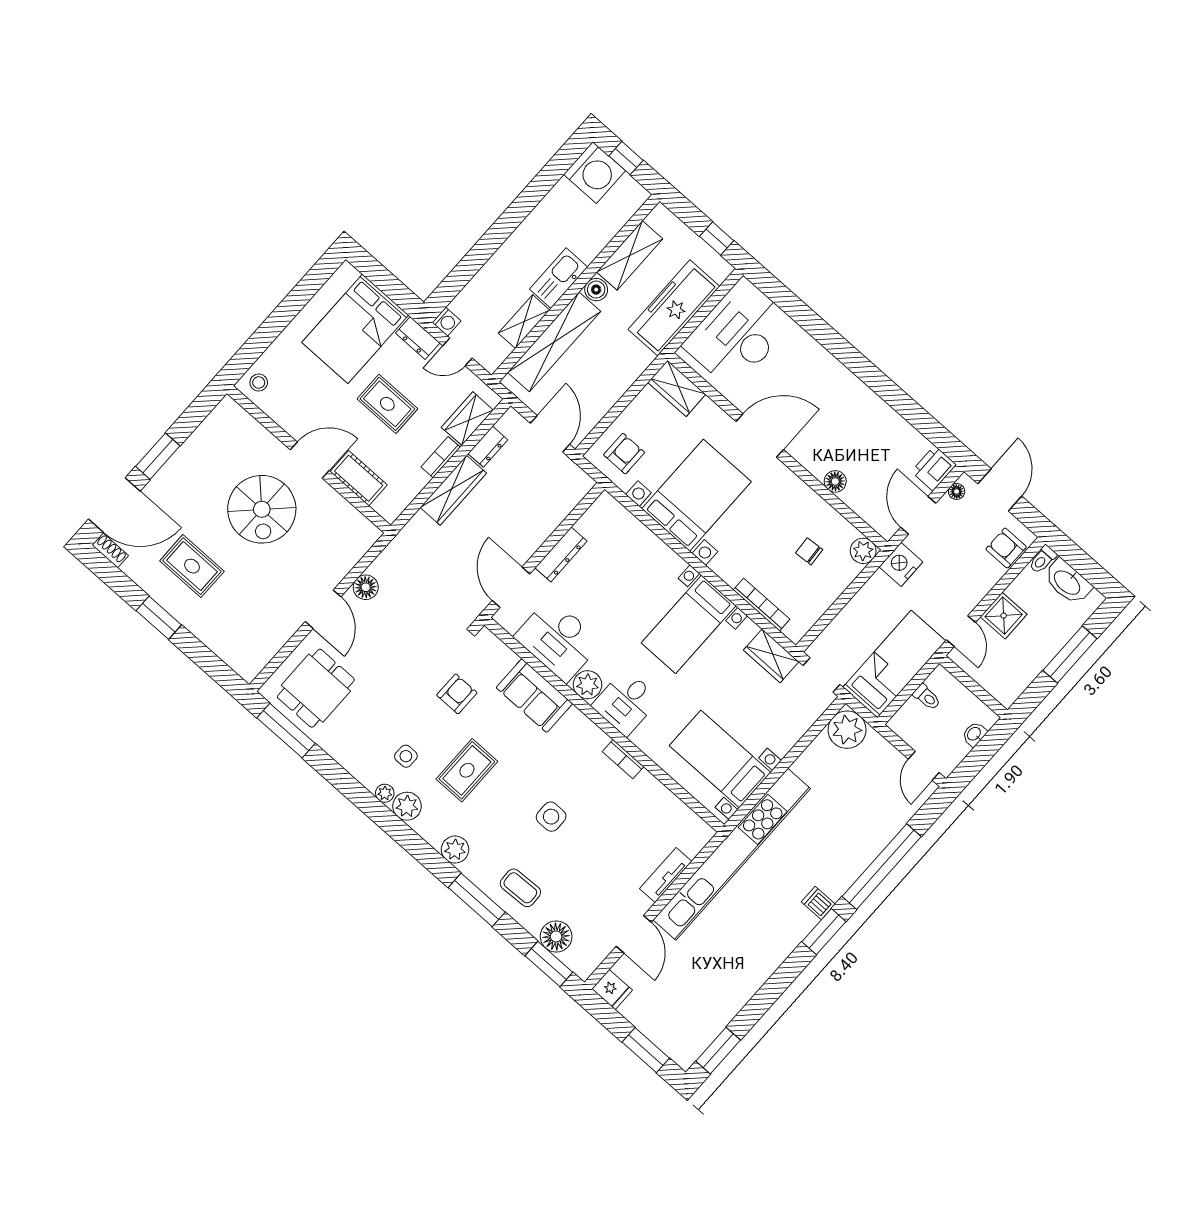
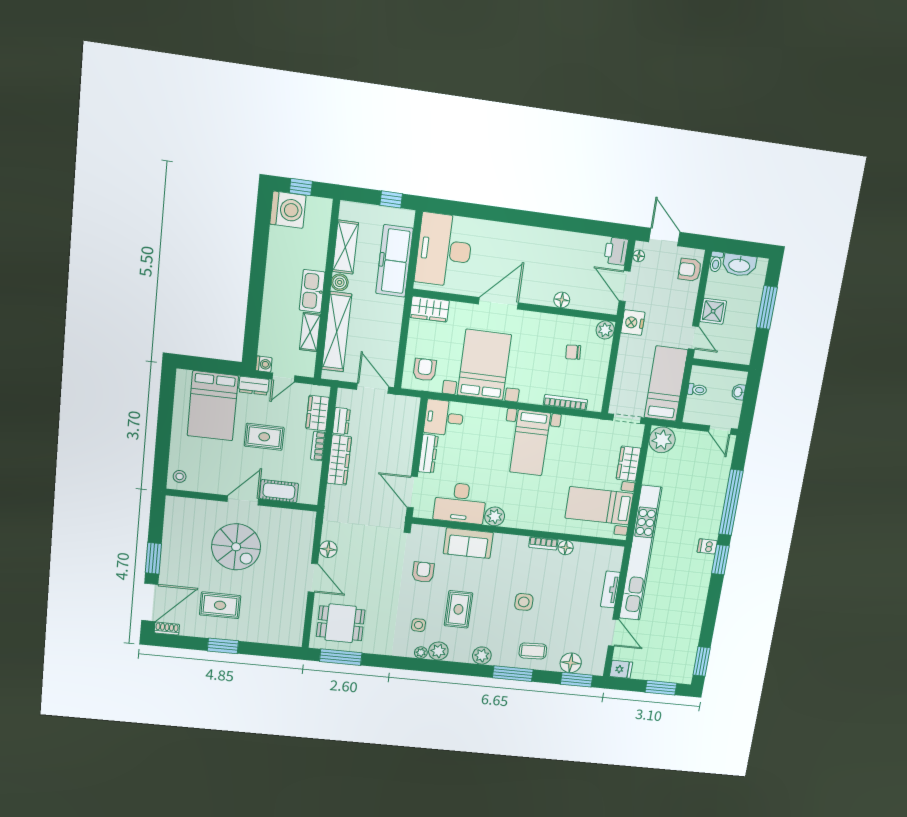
wardrobe: (771, 656) -> (628, 464), moved, turned 90
dining table: (316, 688) -> (341, 623), turned 90
desk: (626, 702) -> (444, 418), moved, turned 90
floor lamp: (646, 783) -> (566, 548), added

